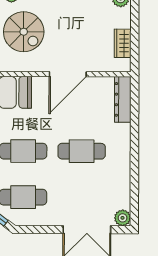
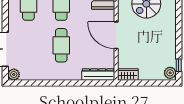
wardrobe: (123, 43) -> (128, 74), moved

